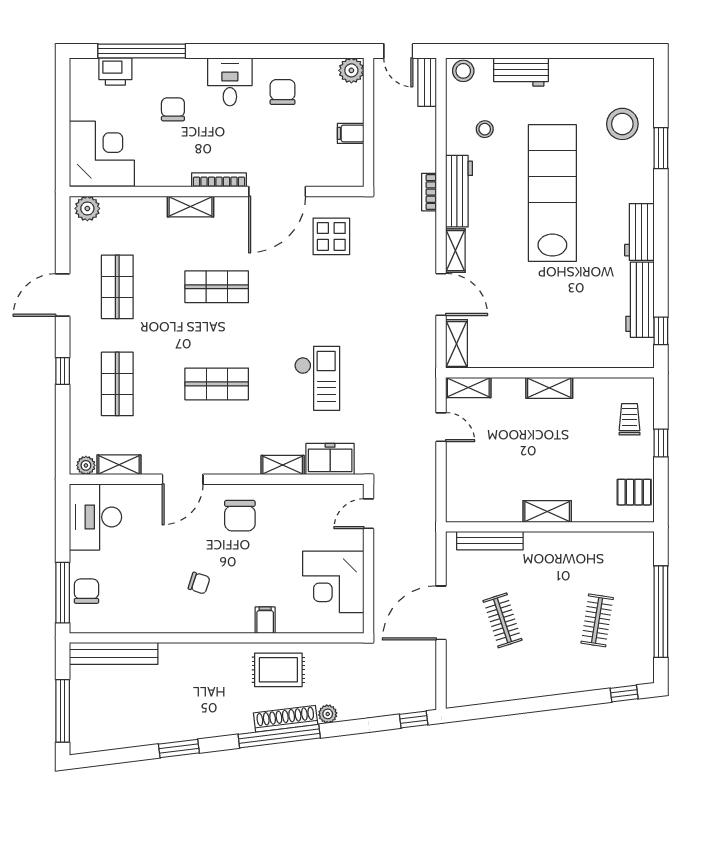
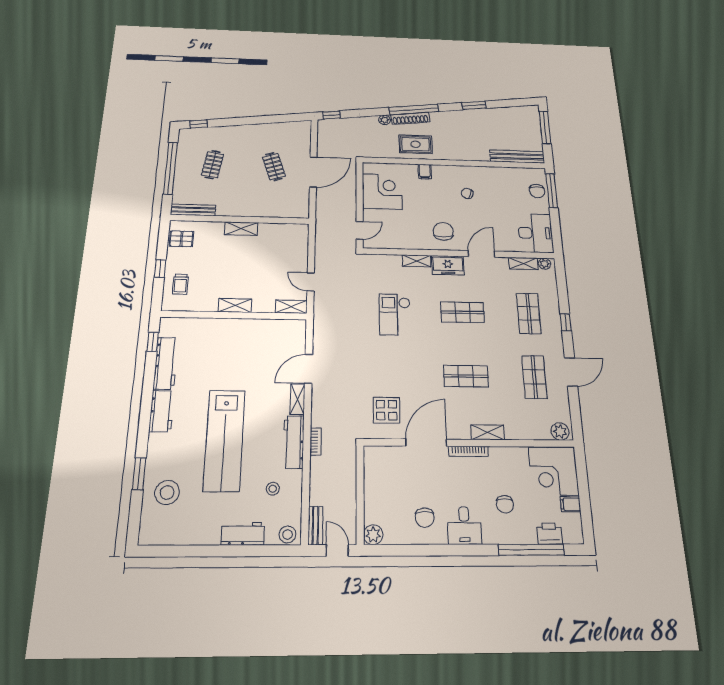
filing cabinet: (351, 133) -> (570, 504), moved, turned 180
door: (441, 294) -> (309, 369), hinge flipped
shelving: (456, 344) -> (299, 335), removed
freezer: (330, 459) -> (448, 265), moved
bench: (490, 541) -> (193, 210), moved

